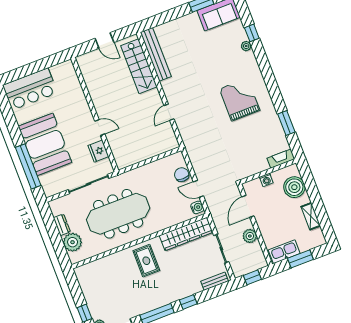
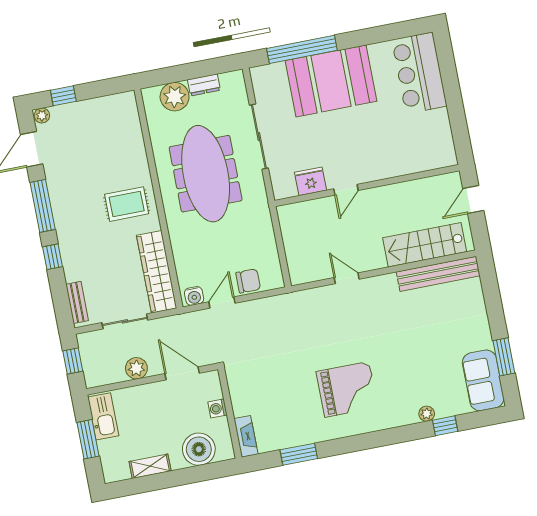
wall: (95, 115) -> (367, 186), moved
door: (100, 128) -> (346, 190), moved
fridge: (98, 151) -> (310, 181), moved

